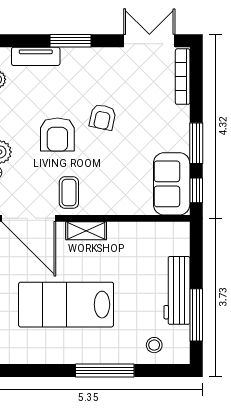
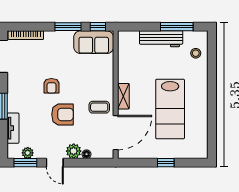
armchair: (103, 117) -> (51, 86), turned 78
window: (105, 370) -> (212, 84), removed

